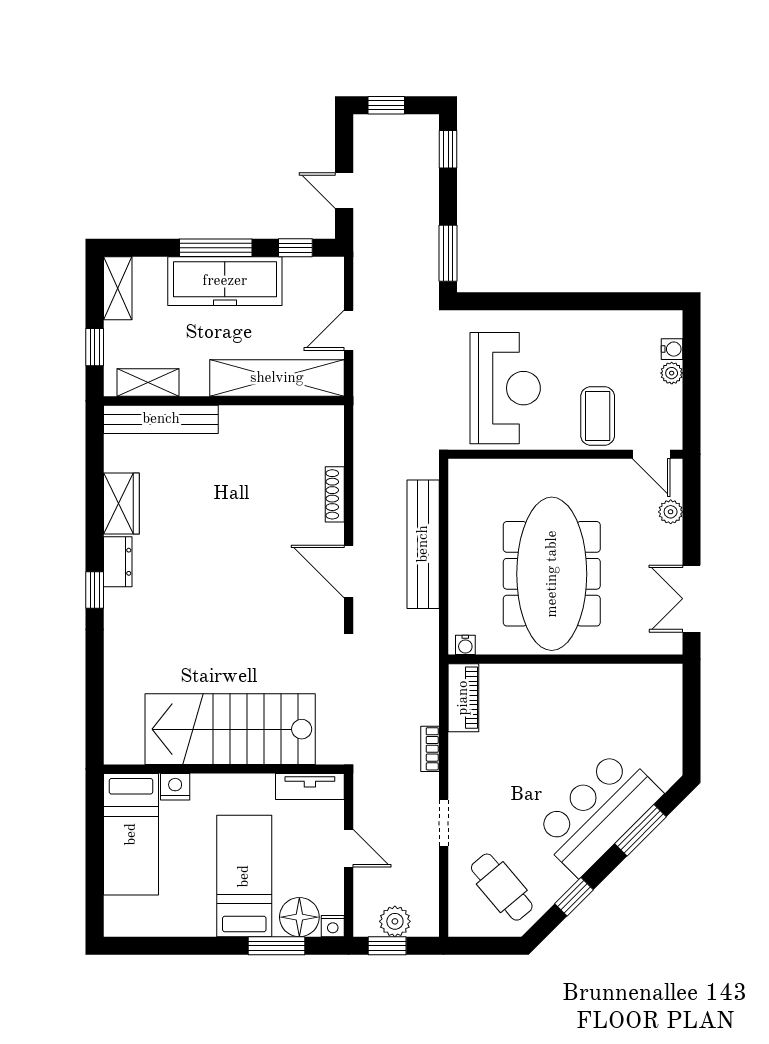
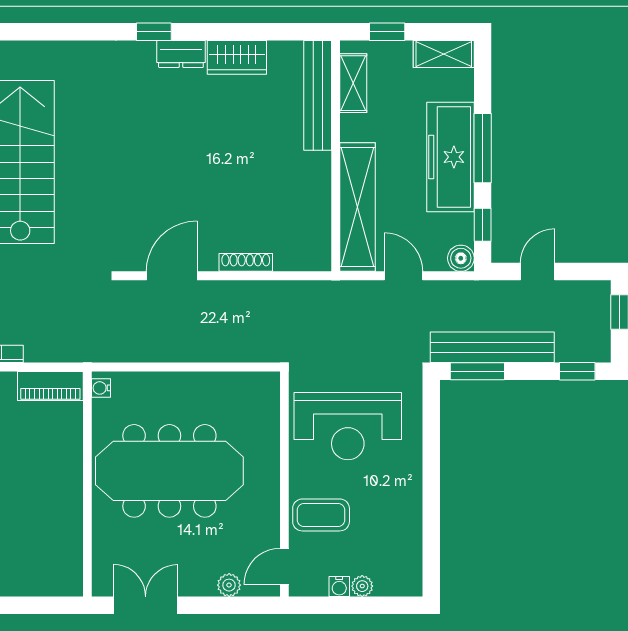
boiler: (330, 270) -> (461, 258), added
water cooler: (672, 349) -> (339, 587), moved
bench: (423, 544) -> (492, 347), moved

